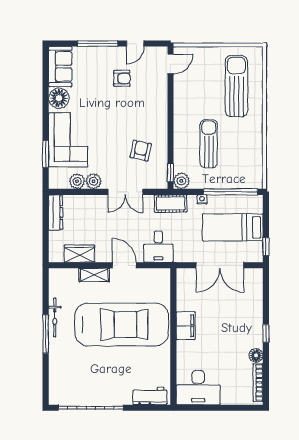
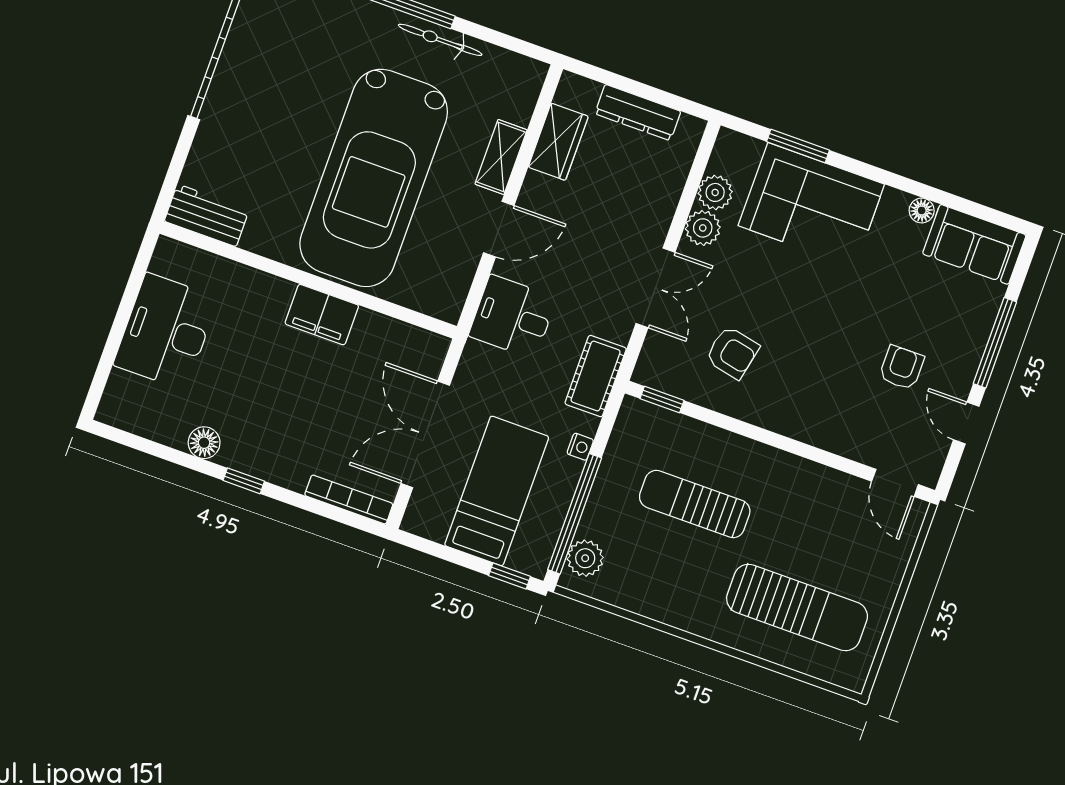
armchair: (122, 78) -> (902, 368), turned 180
floor lamp: (59, 98) -> (922, 211), width x0.53, depth x0.53
sun lounger: (209, 144) -> (695, 504), turned 180
plant: (181, 181) -> (585, 558), moved
double door: (125, 192) -> (655, 288), swing flipped
dresser: (55, 212) -> (638, 112), moved
window: (266, 247) -> (510, 576), moved
bookcase: (258, 383) -> (349, 500), moved
desk: (198, 388) -> (166, 331), moved
workbench: (150, 396) -> (207, 215), moved, turned -90

